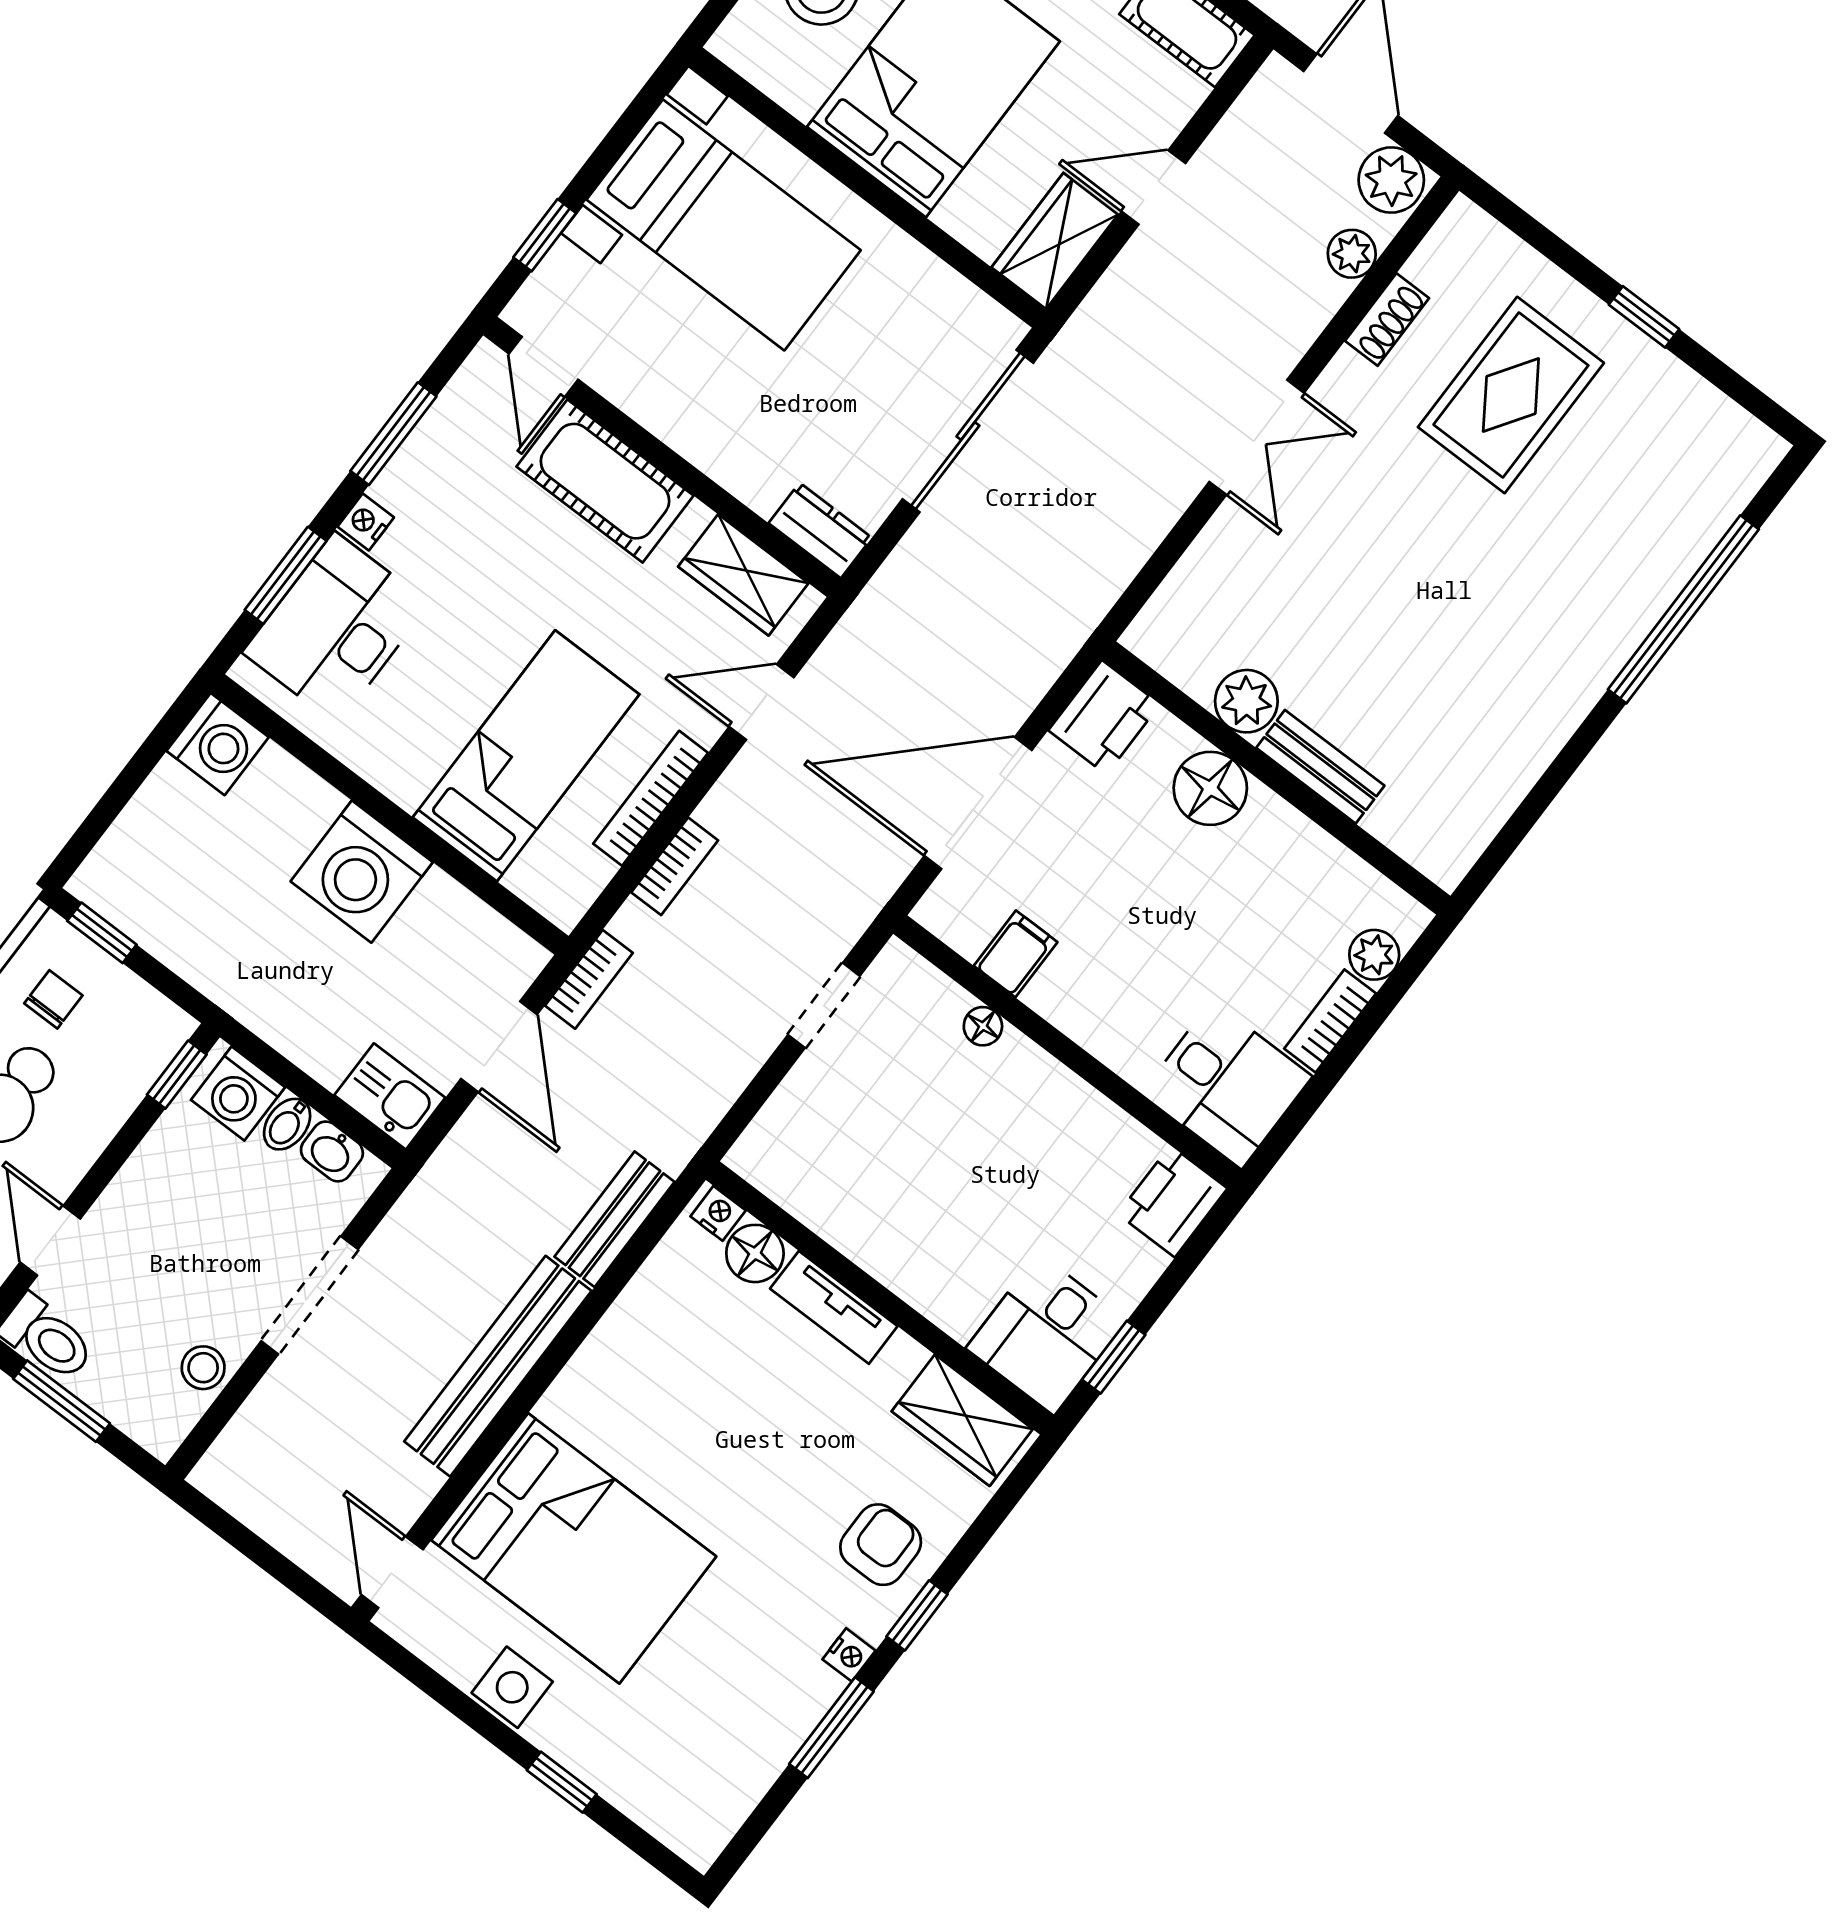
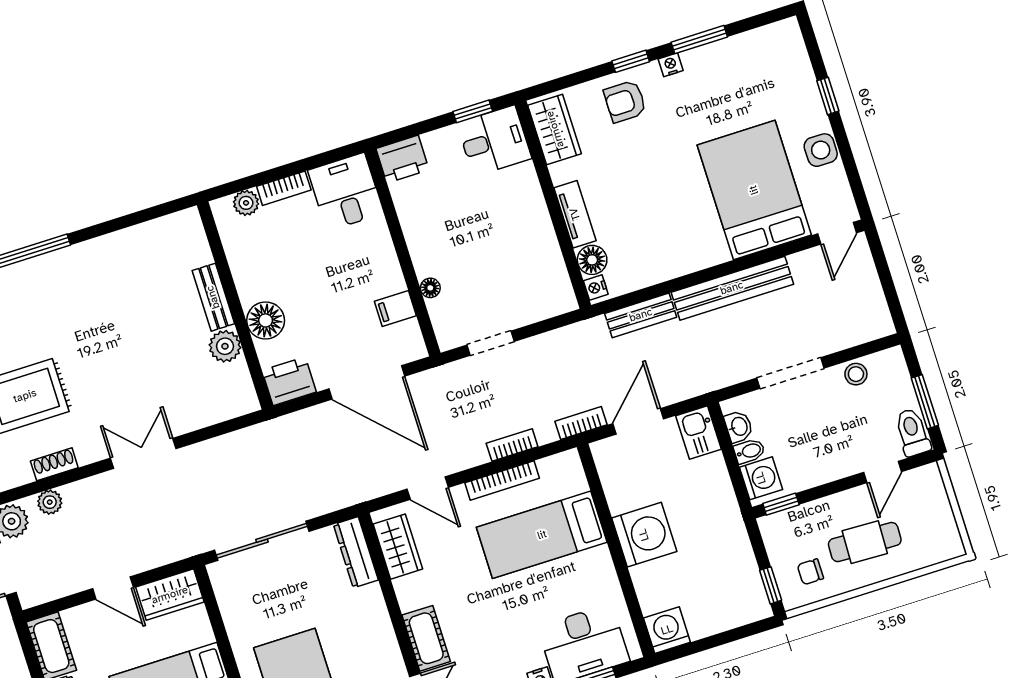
cot: (605, 481) -> (426, 638), width x0.73, depth x0.75
dresser: (820, 530) -> (356, 552), width x1.44

